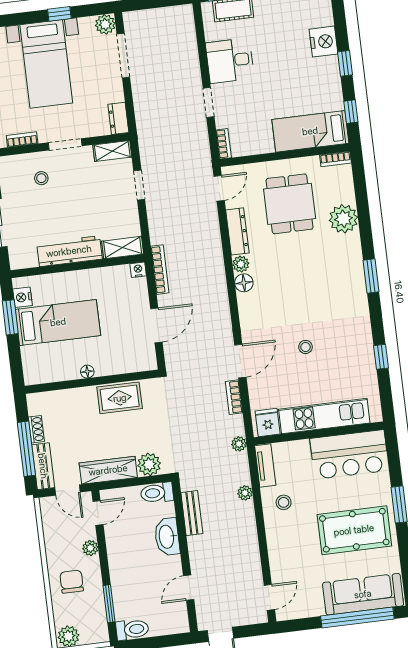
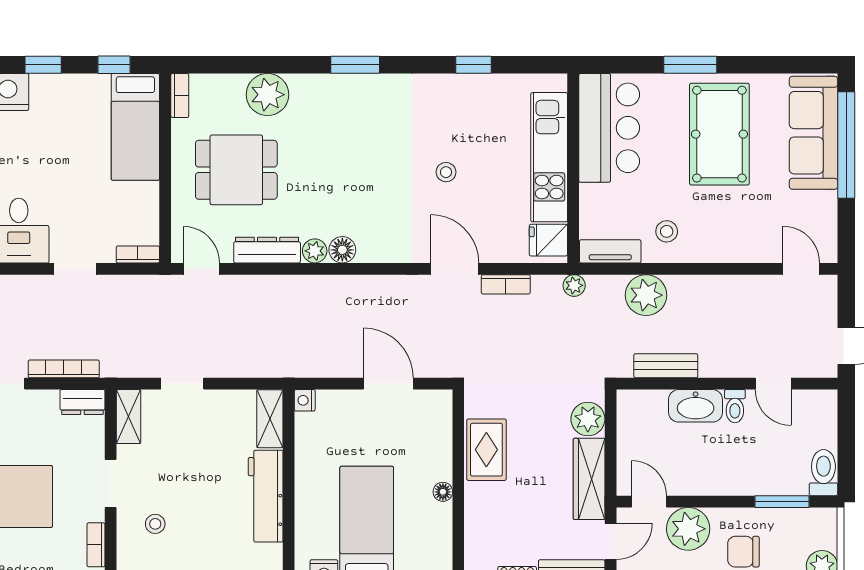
bookcase: (160, 270) -> (64, 369), moved
toilet: (157, 493) -> (735, 406), moved, width x0.73, depth x0.72
plant: (245, 493) -> (646, 295), width x1.87, depth x1.87
plant: (90, 548) -> (688, 529), width x1.88, depth x1.88

